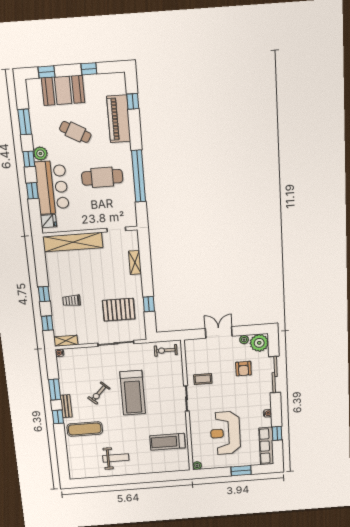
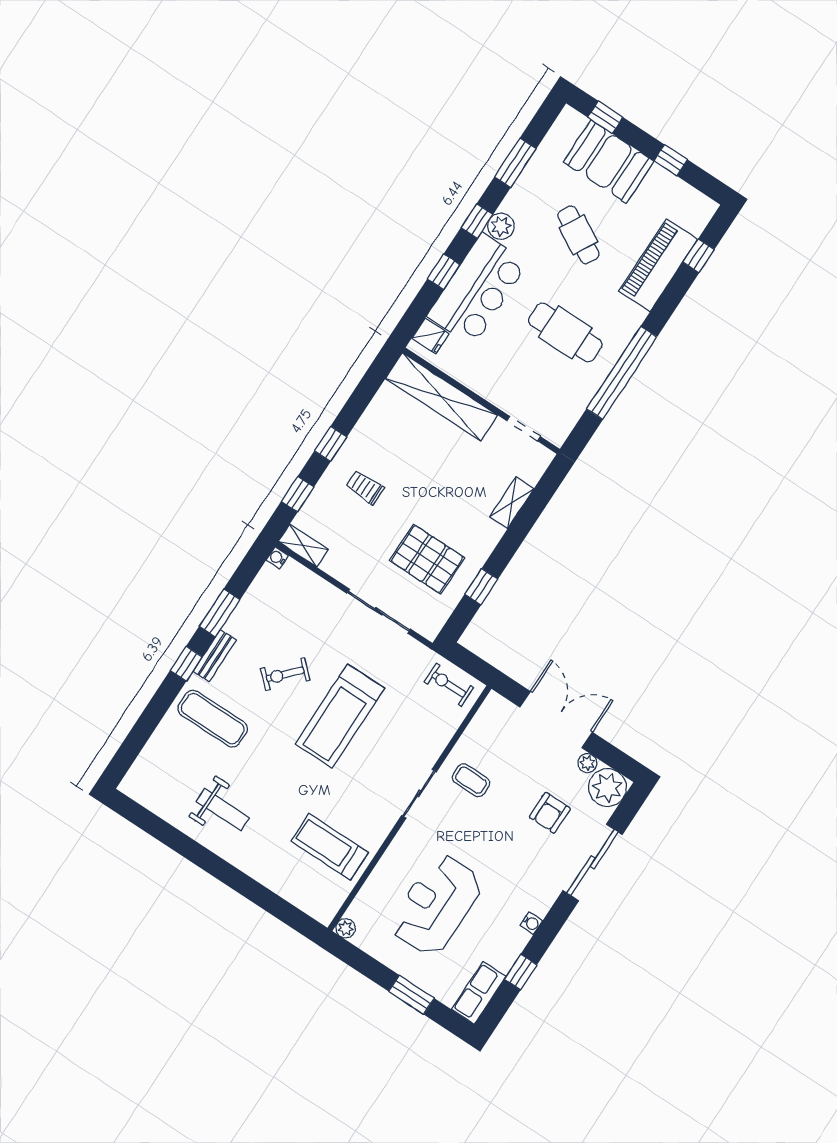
double door: (219, 332) -> (556, 720), width x1.37
row of seats: (266, 446) -> (479, 993), width x0.68

